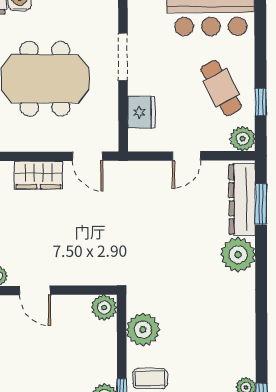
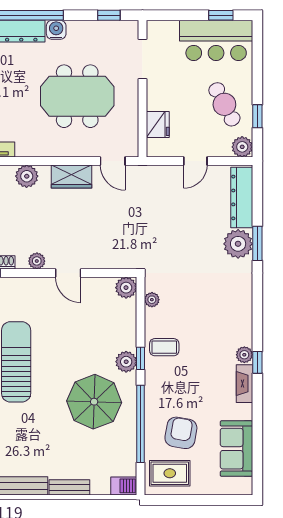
doorway: (123, 57) -> (142, 59), moved
window: (261, 204) -> (257, 243), moved
plant: (143, 330) -> (152, 300), width x0.53, depth x0.53

